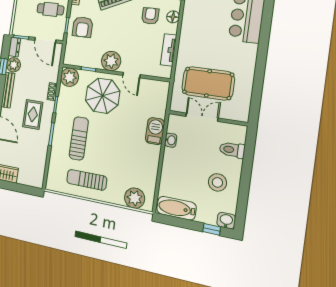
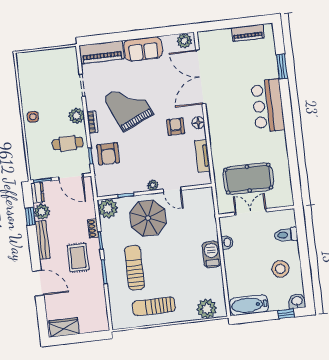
plant: (111, 61) -> (153, 185), width x0.53, depth x0.53
barbecue: (155, 131) -> (212, 254), moved

